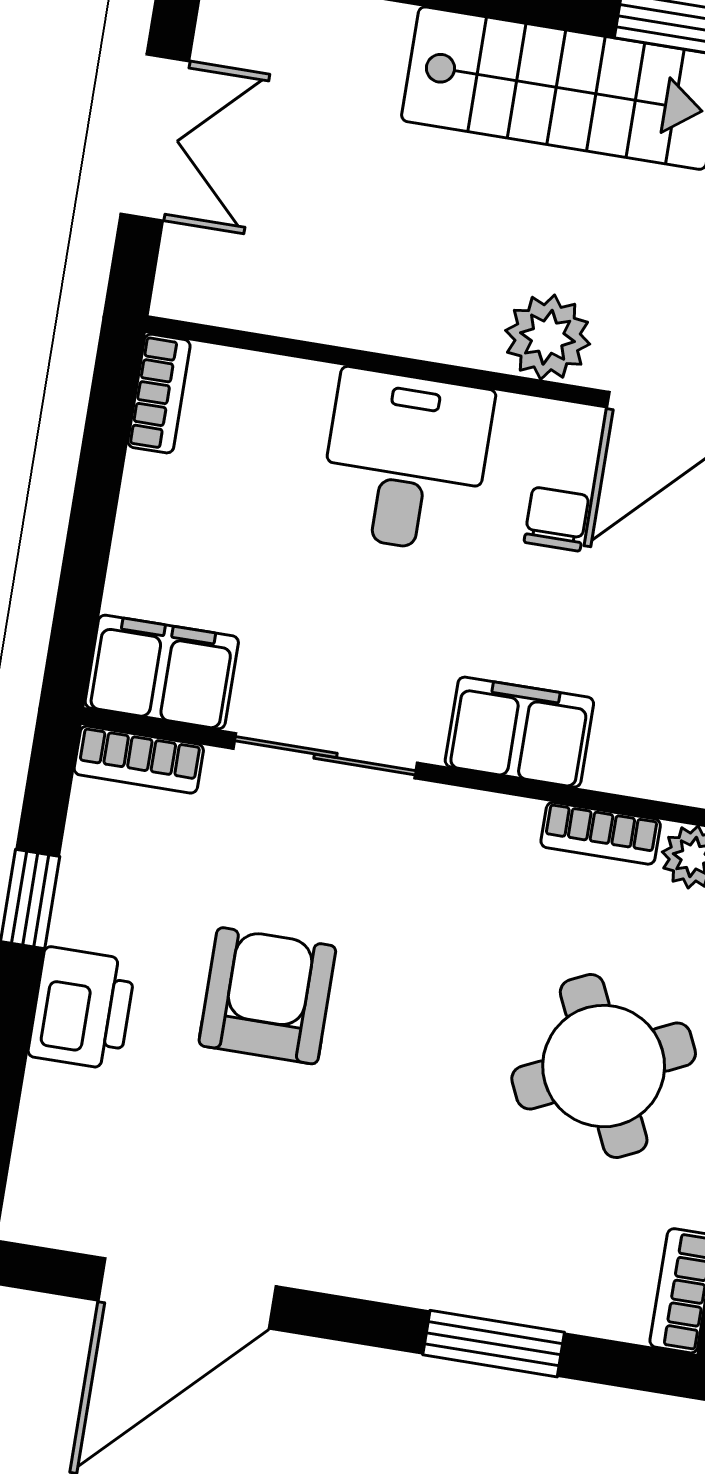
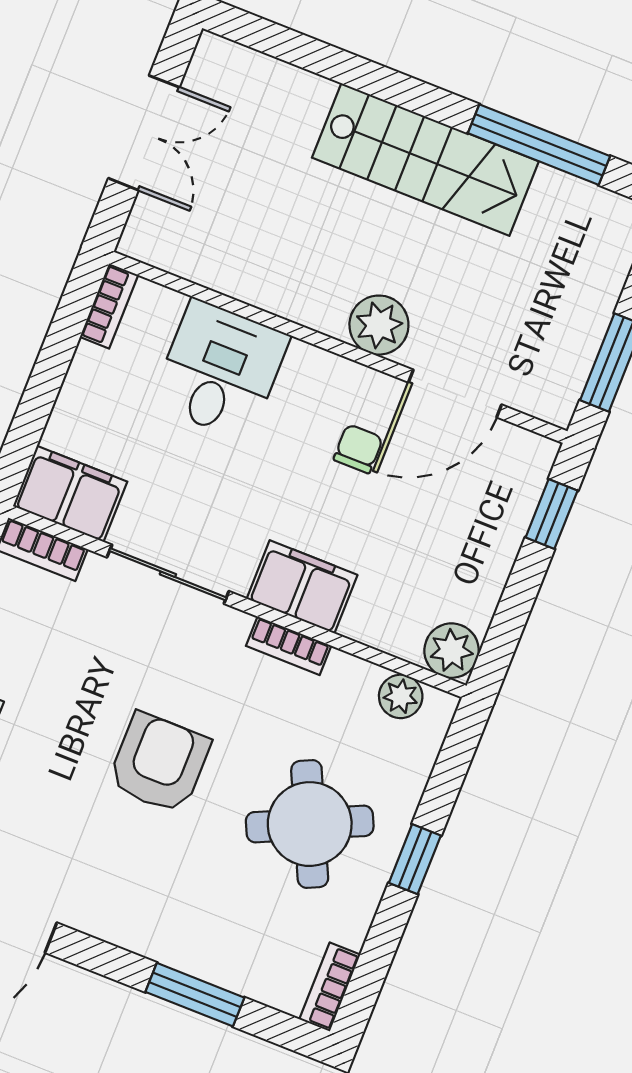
desk: (406, 461) -> (220, 370), moved
bookcase: (601, 833) -> (289, 646), moved
armchair: (267, 996) -> (159, 763), moved

